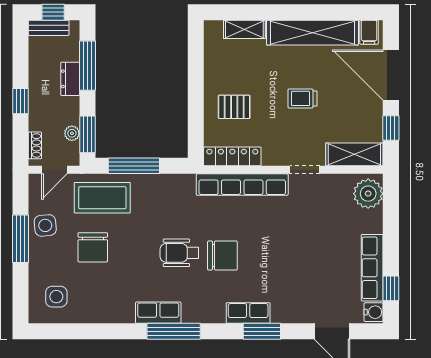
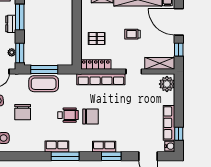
coffee table: (102, 198) -> (44, 84), moved
wheelchair: (179, 253) -> (68, 115), turned 180

